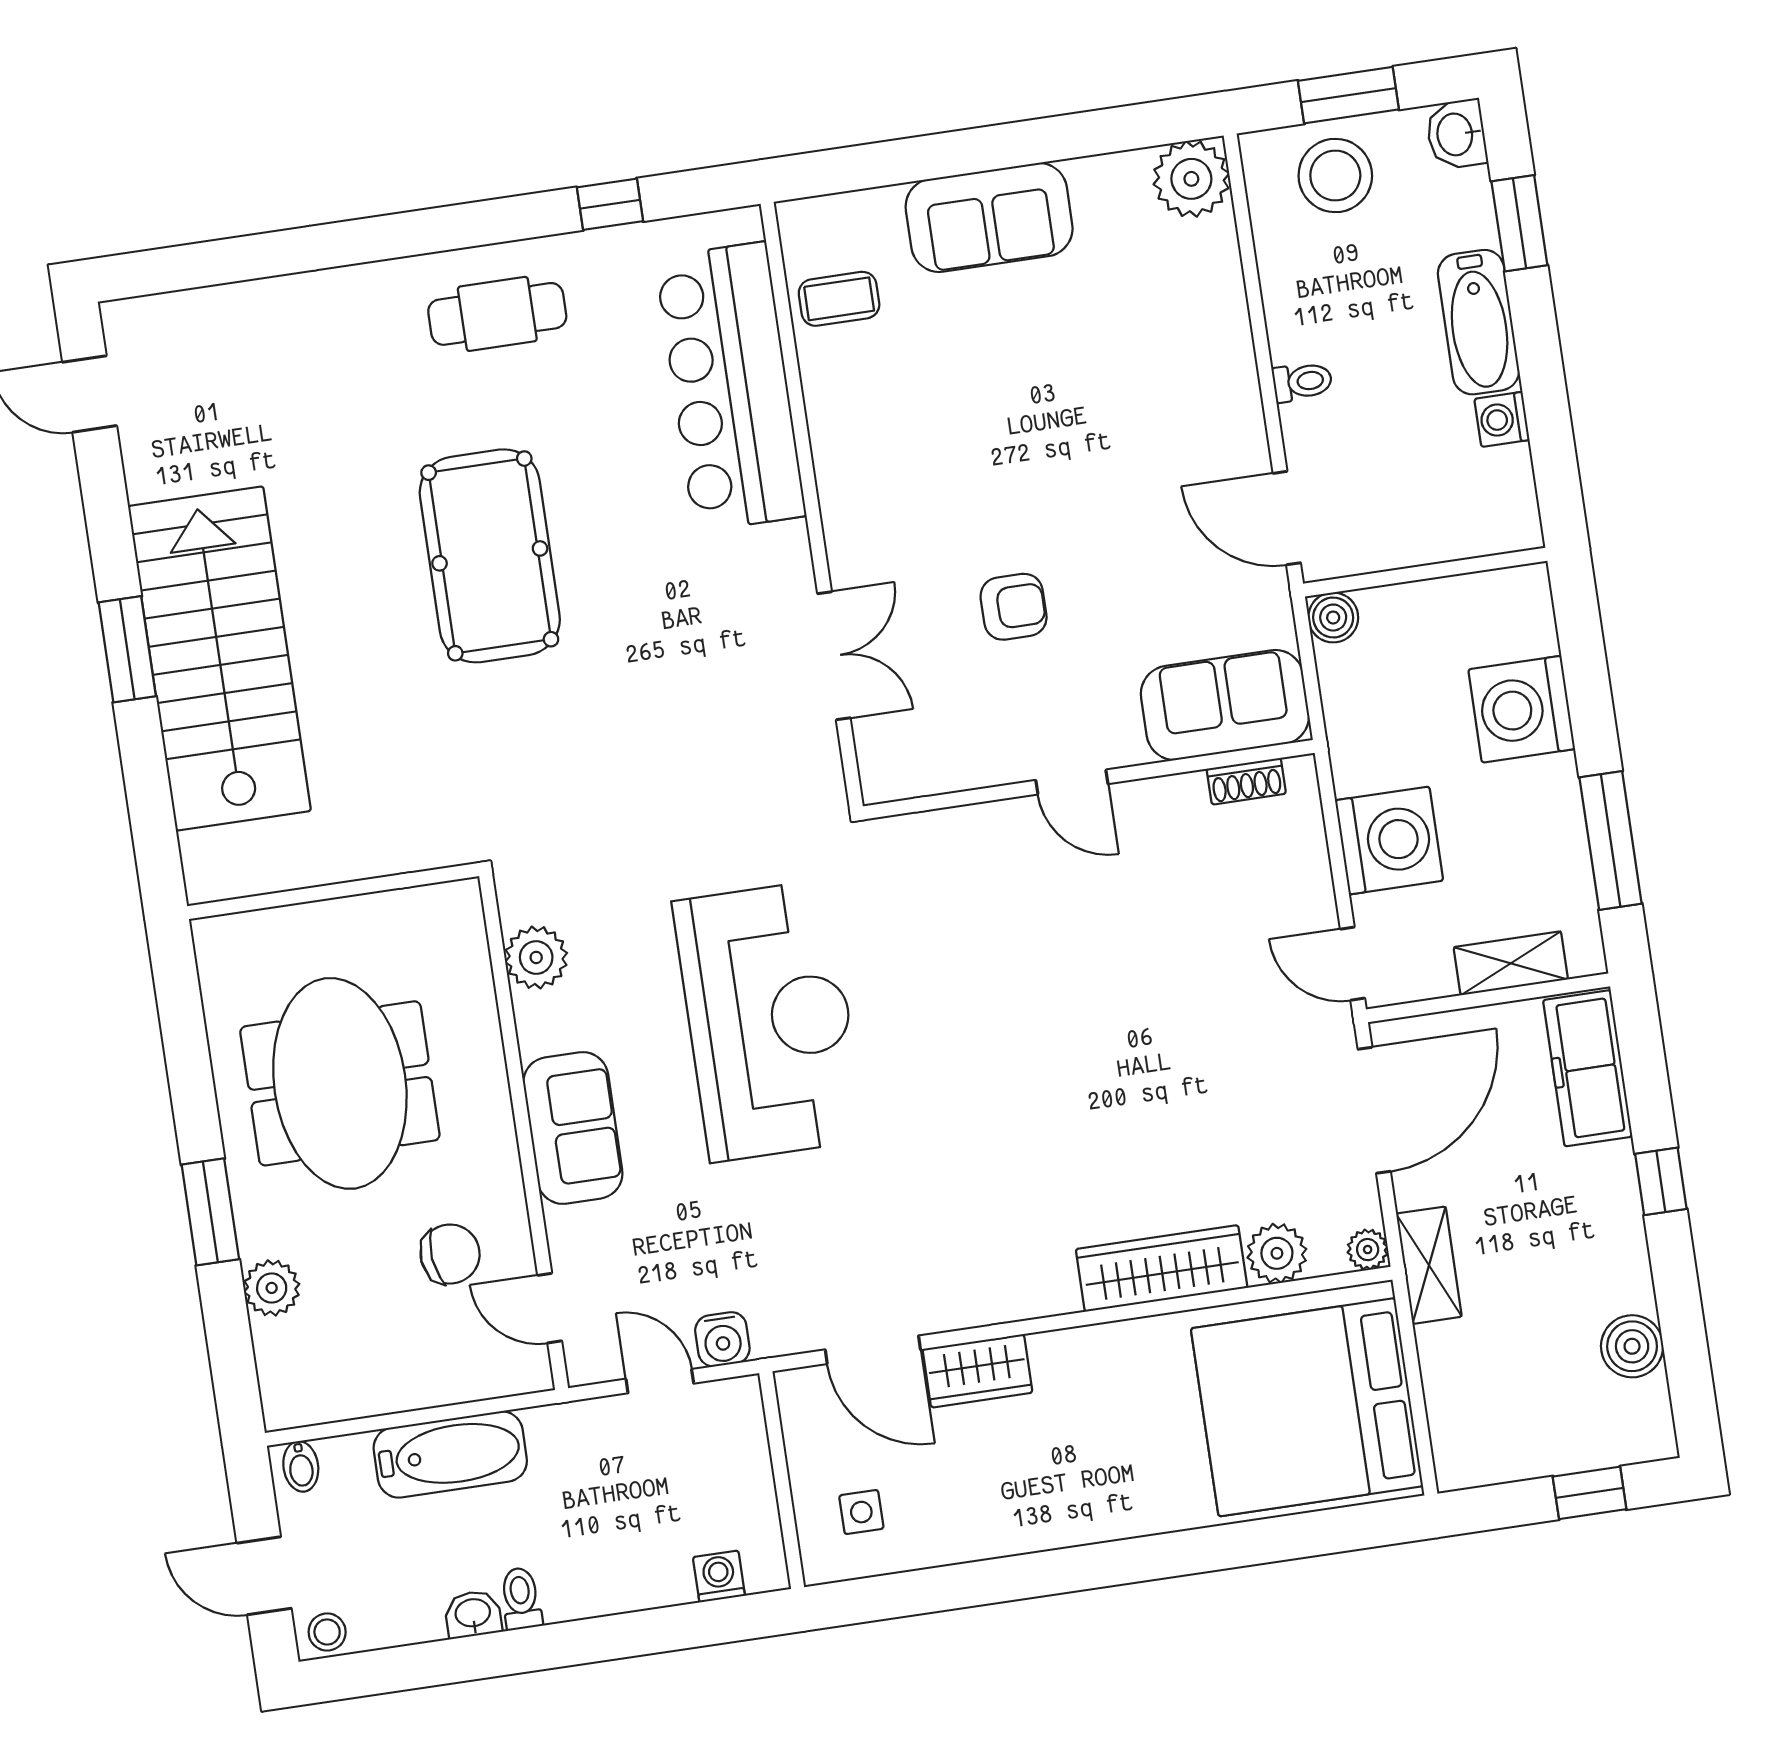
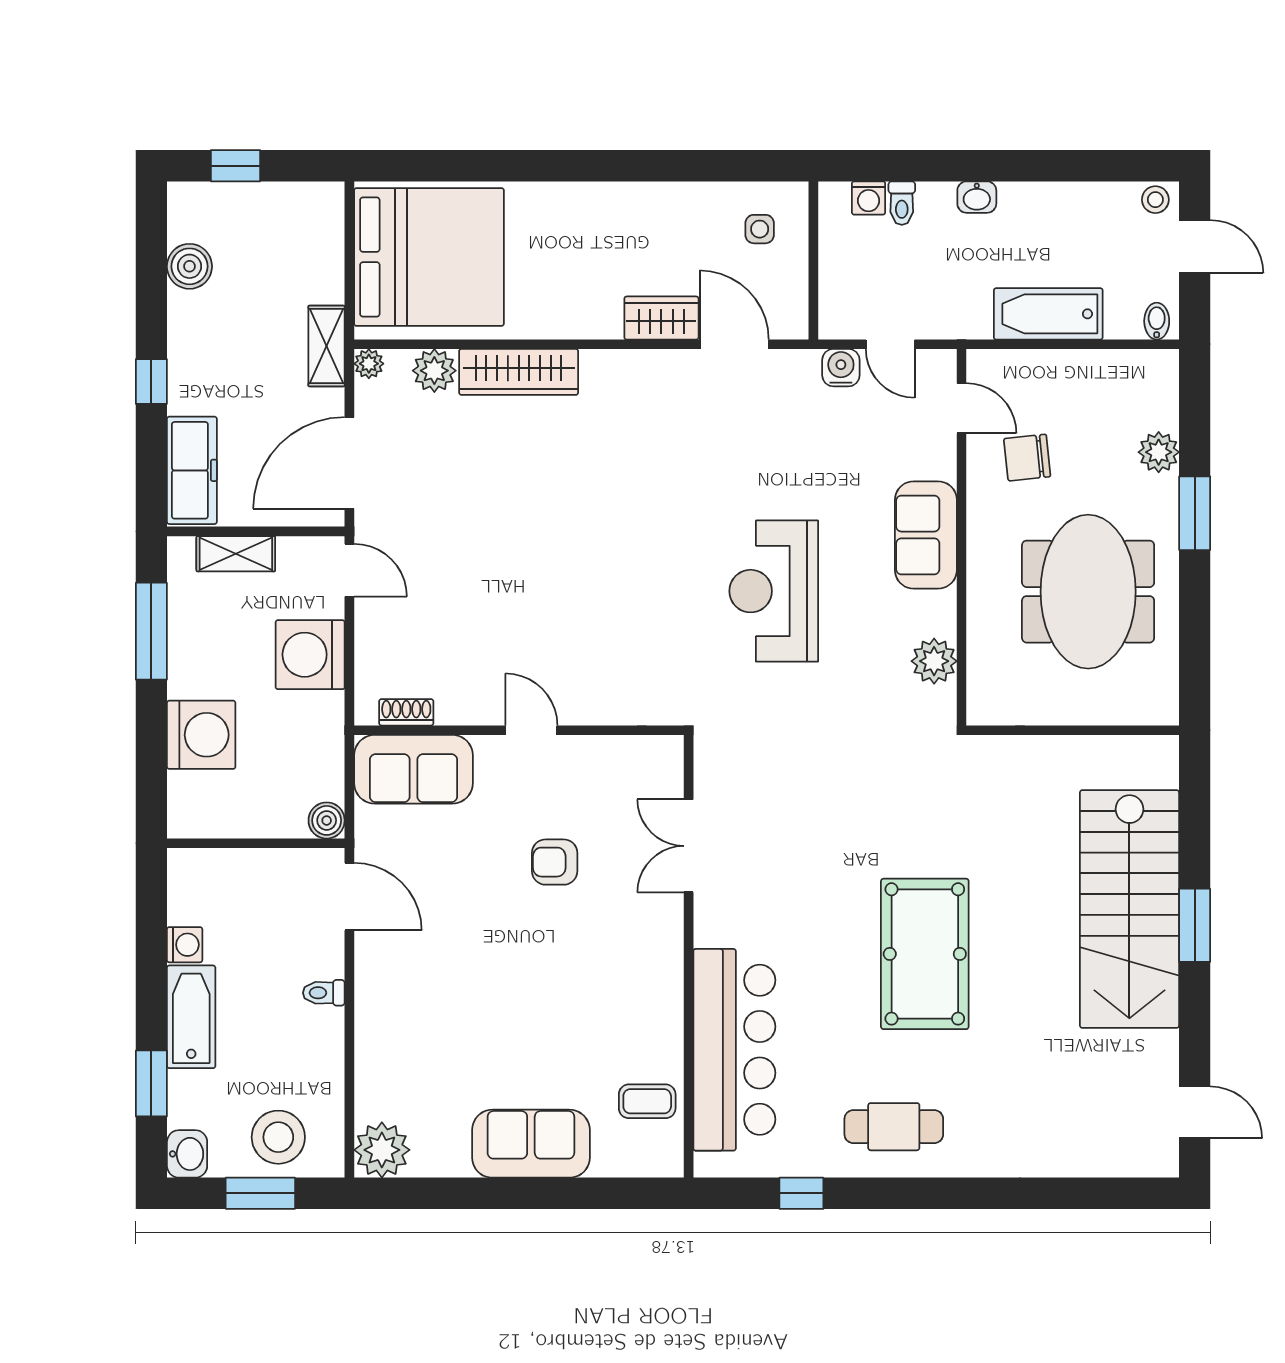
reception desk: (769, 1021) -> (774, 591), width x0.74, depth x0.77
toilet: (521, 1599) -> (902, 203), moved
washbasin: (473, 1614) -> (977, 197), moved

